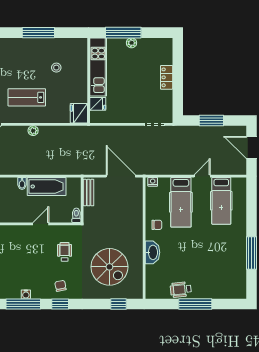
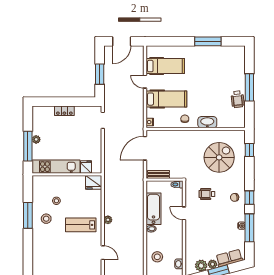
stool: (34, 55) -> (46, 219), added
lab bench: (27, 97) -> (81, 225), turned 90

